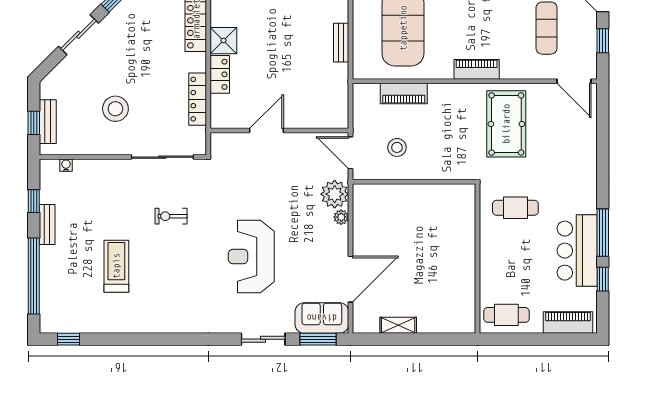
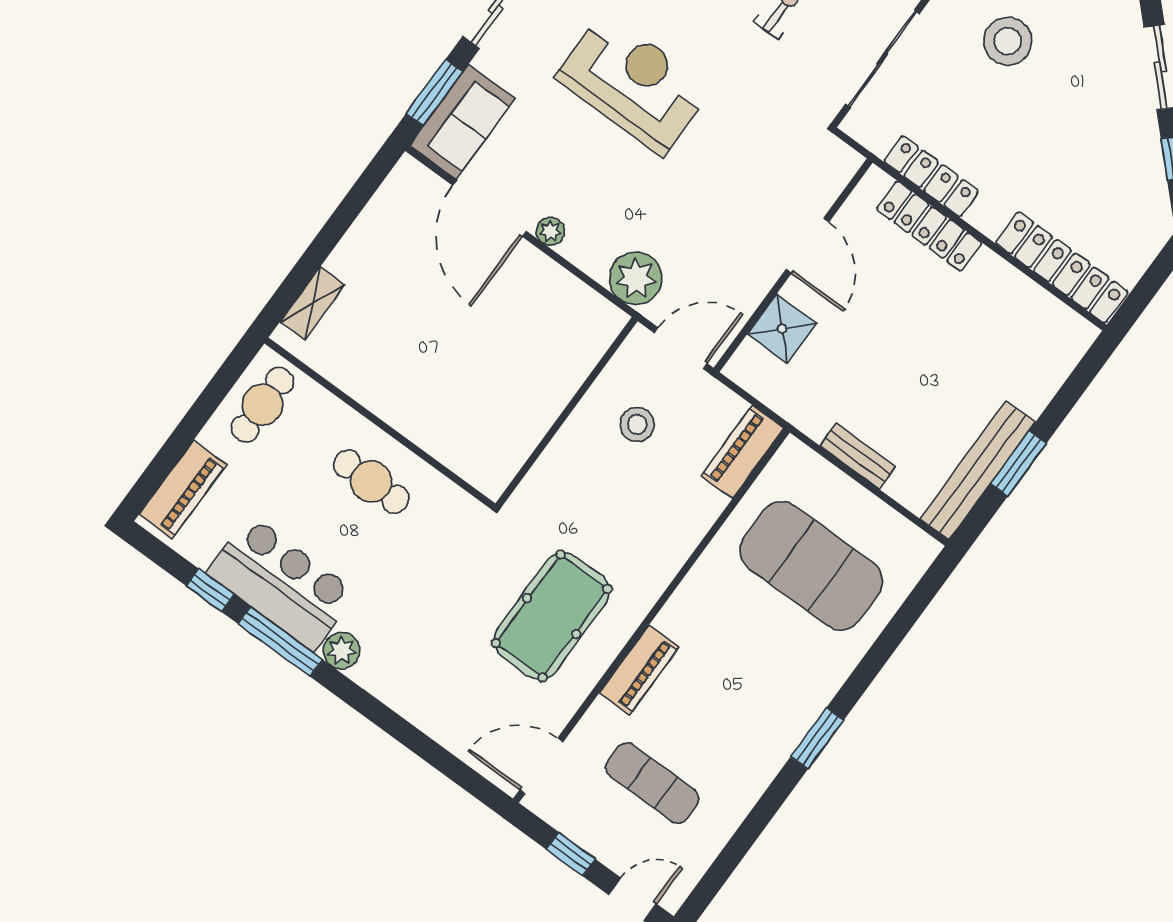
shower: (223, 41) -> (782, 329), moved
piano: (477, 69) -> (639, 670), moved
locker: (220, 74) -> (929, 226), width x1.53
piano: (404, 93) -> (742, 452), moved
pool table: (506, 124) -> (552, 616), turned 90
plant: (587, 203) -> (342, 651), added
cafe table: (515, 208) -> (371, 481), moved, turned 90
plant: (341, 217) -> (550, 231), moved
shelving: (398, 325) -> (313, 303), moved

